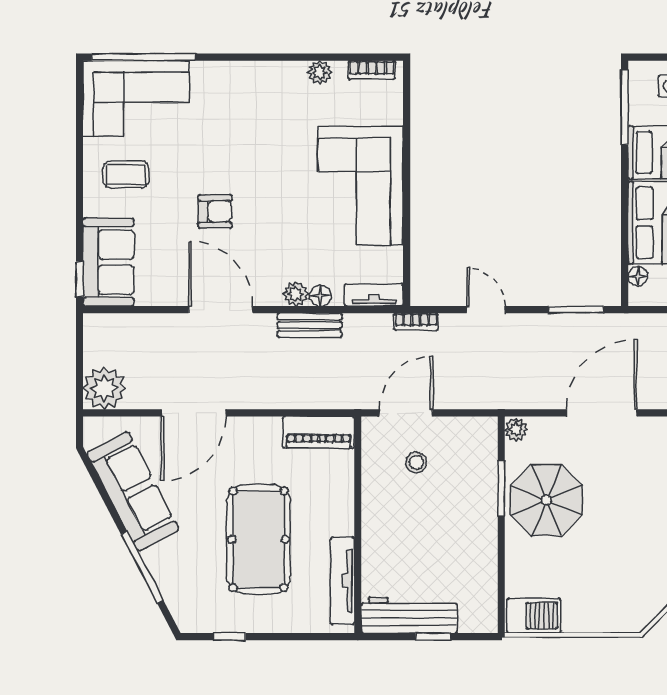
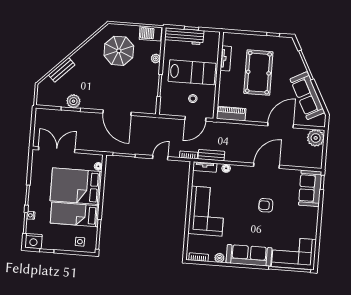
sofa: (247, 84) -> (249, 255), added
coffee table: (126, 175) -> (300, 223), removed
plant: (296, 294) -> (236, 170), removed
door: (221, 310) -> (267, 166), swing flipped
door: (486, 310) -> (160, 158), swing flipped
bench: (309, 325) -> (211, 155), moved
door: (602, 413) -> (117, 113), hinge flipped
plant: (516, 429) -> (156, 58), moved
parasol: (546, 500) -> (119, 51), moved
lab bench: (423, 527) -> (192, 72), added
tv unit: (343, 581) -> (226, 58), width x0.71
workbench: (409, 615) -> (184, 36), moved

